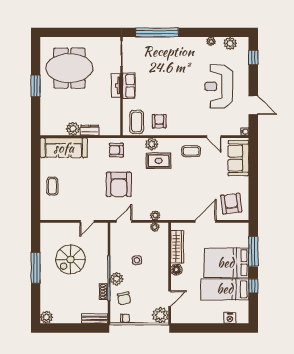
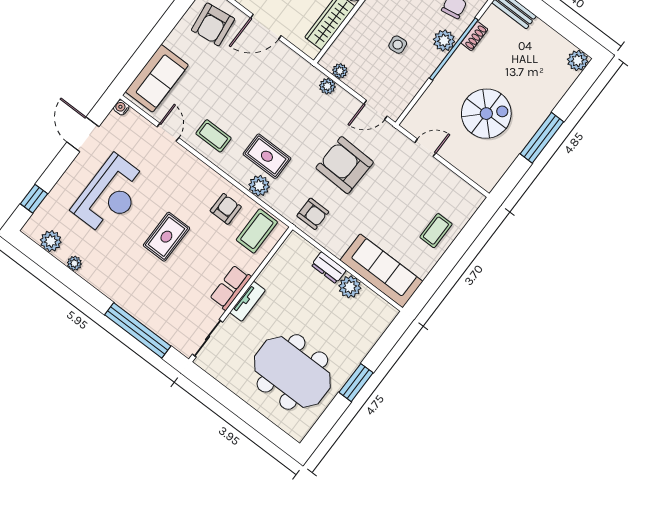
rug: (177, 87) -> (166, 237), added
armchair: (159, 121) -> (226, 209), turned 180
armchair: (119, 184) -> (345, 165), turned -88

